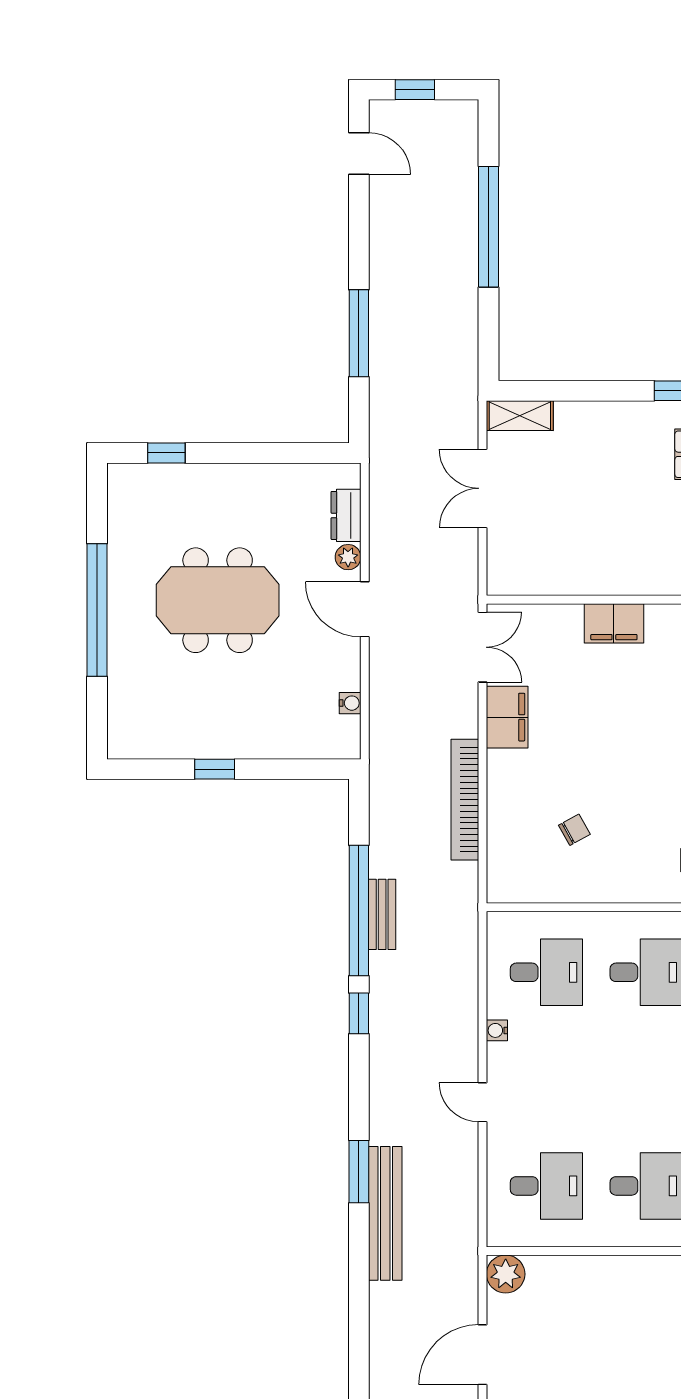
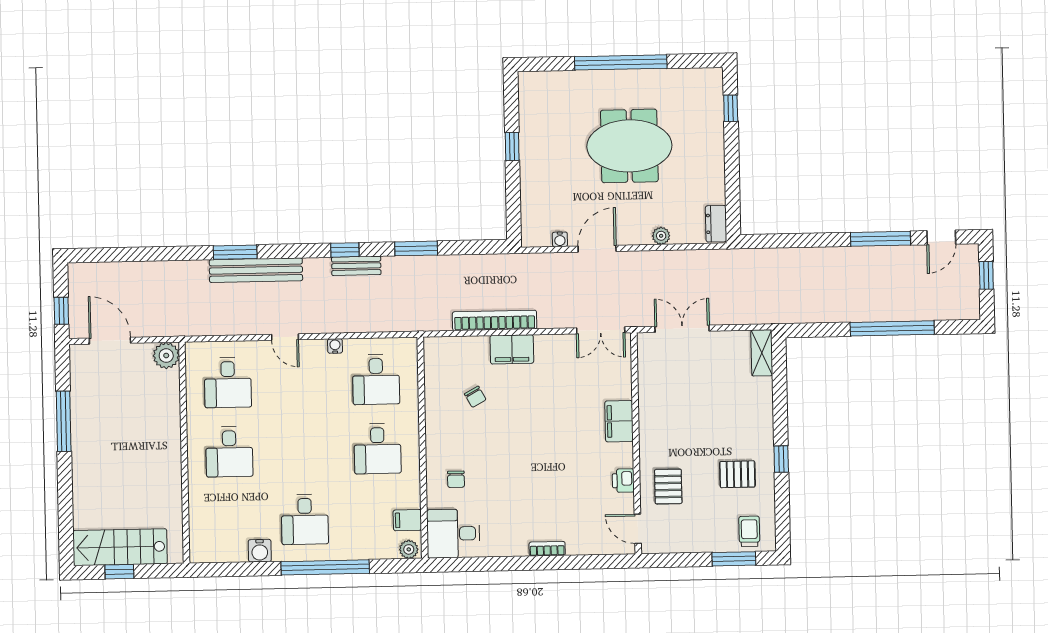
window: (359, 333) -> (880, 239), moved
double door: (483, 488) -> (682, 329), moved
dresser: (346, 515) -> (716, 224), moved, turned -90
meeting table: (218, 600) -> (629, 146), turned 90
door: (365, 609) -> (597, 249), moved
filing cabinet: (507, 717) -> (512, 349), moved
window: (359, 911) -> (416, 248), width x0.47
bench: (382, 914) -> (356, 266), moved
door: (483, 1102) -> (285, 337), swing flipped
bench: (385, 1213) -> (256, 270), moved

